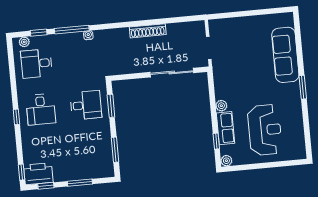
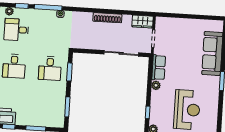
wardrobe: (192, 29) -> (143, 22), added
desk: (86, 105) -> (50, 68), turned 90
row of seats: (225, 128) -> (159, 67), moved

